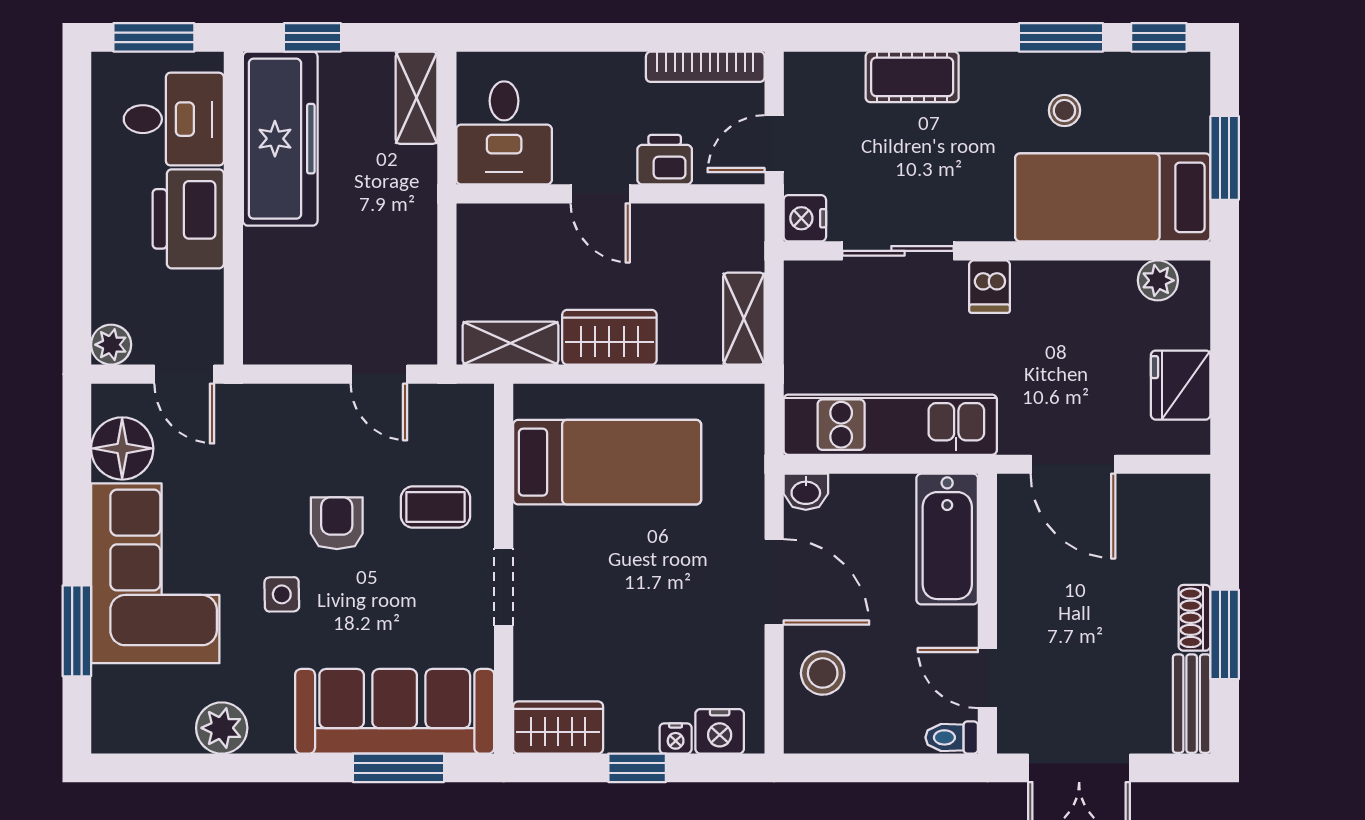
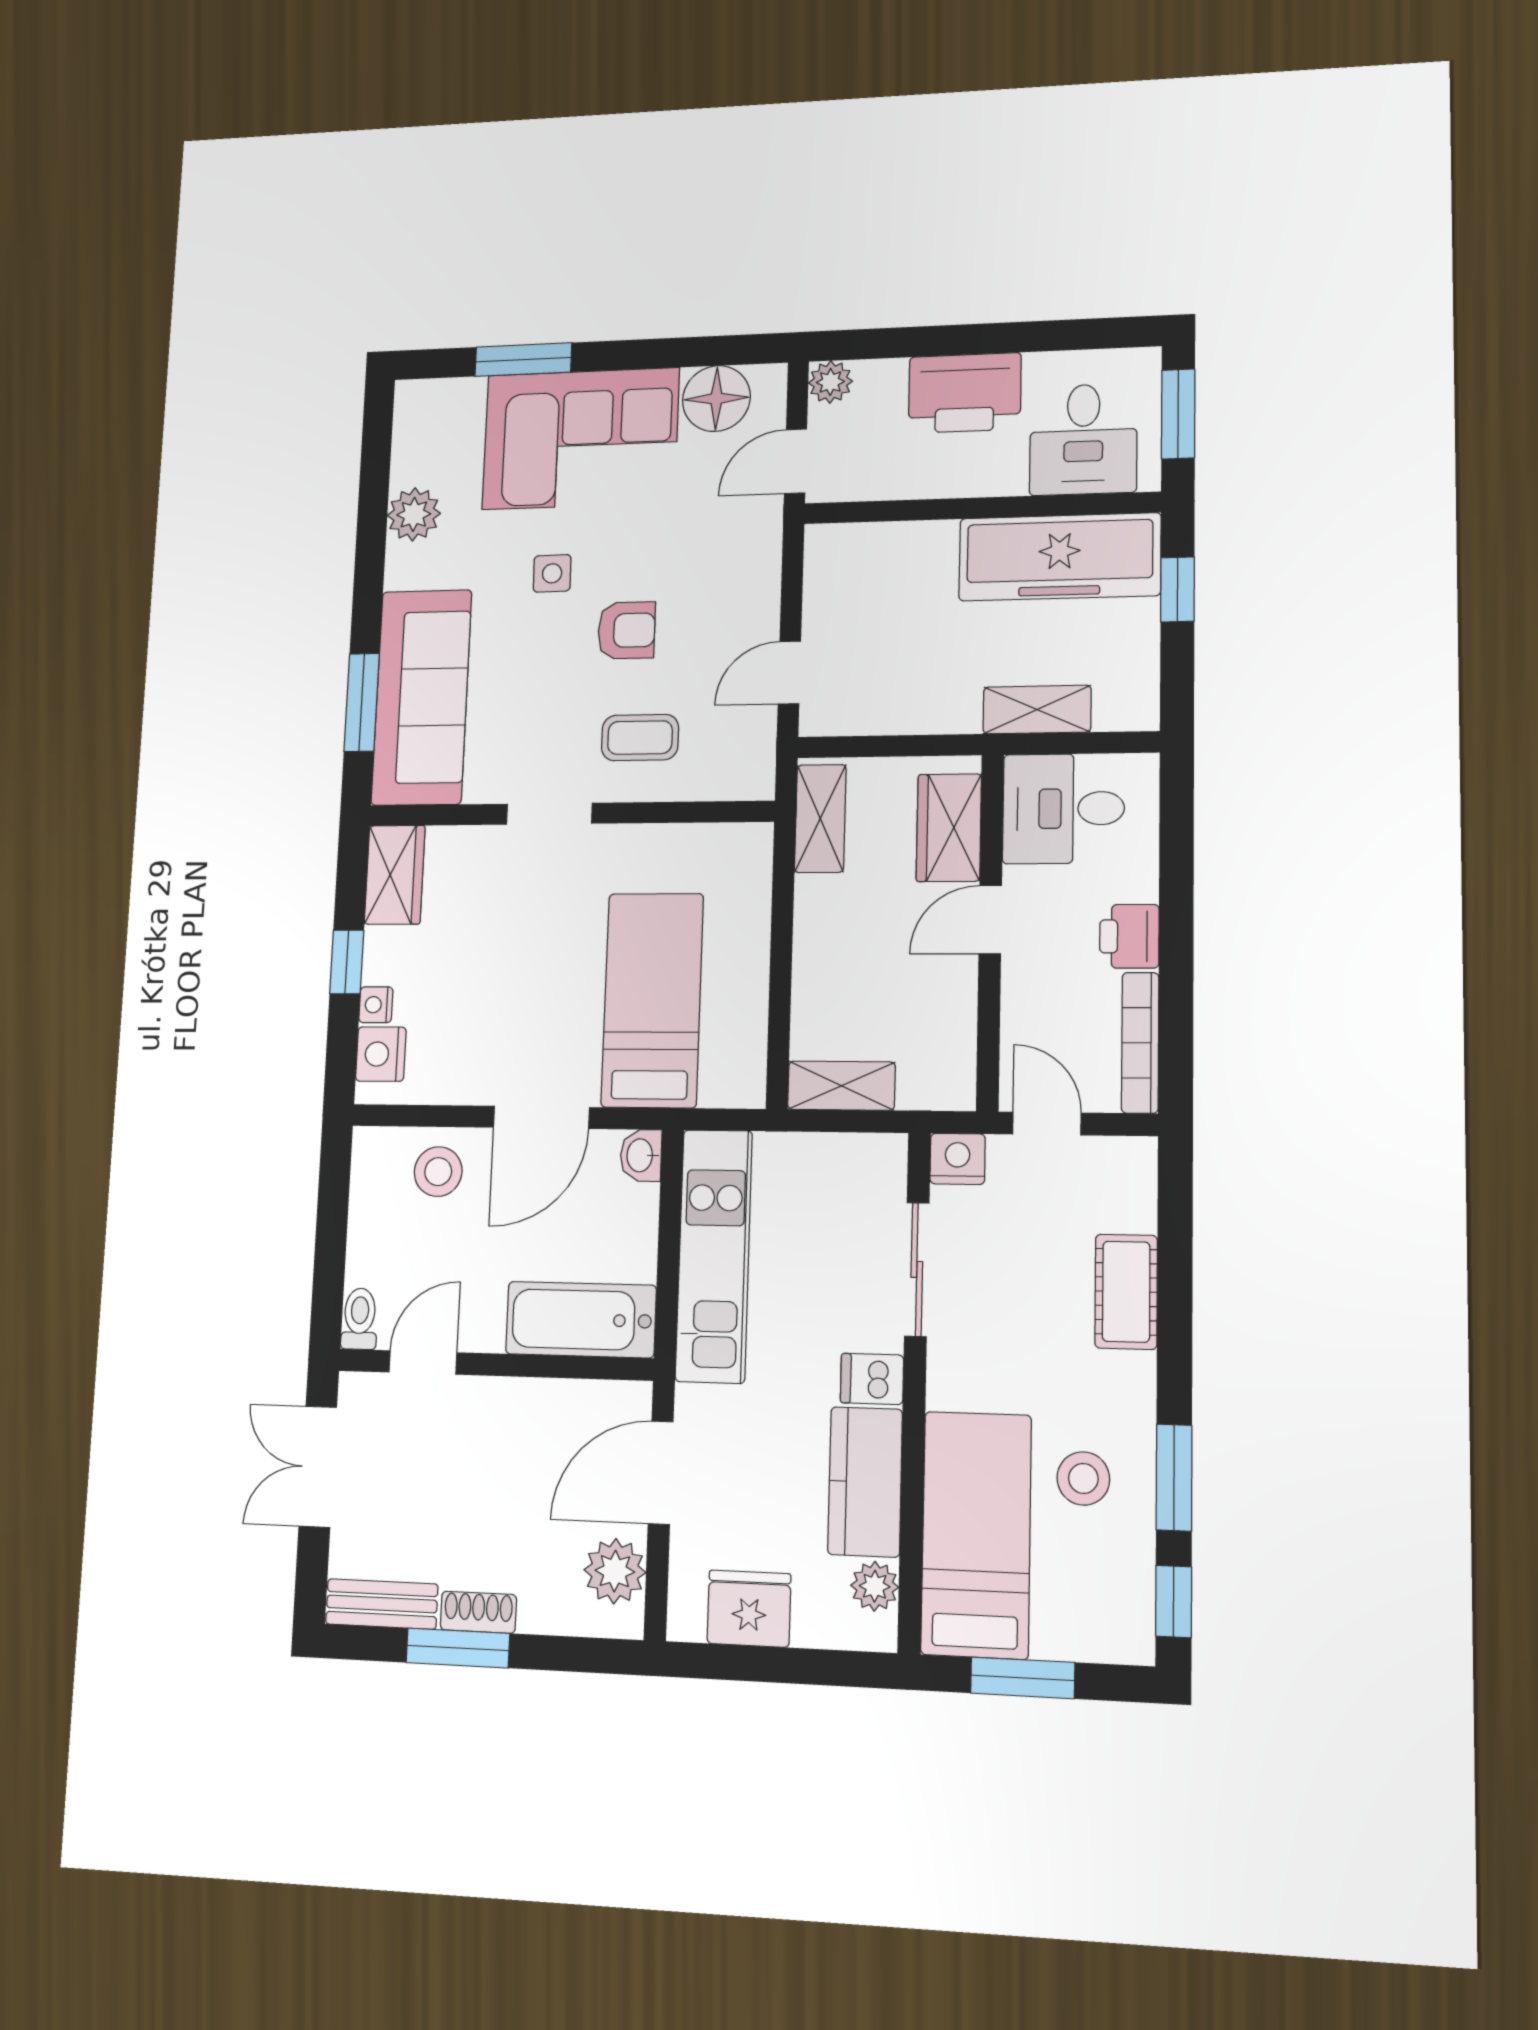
shelving: (416, 98) -> (1037, 710), moved
stool: (1064, 110) -> (1083, 1478), width x1.37, depth x1.37
printer: (665, 160) -> (1129, 936), moved, turned 180
printer: (188, 219) -> (965, 393), moved, turned 180
kitchen counter: (1074, 290) -> (865, 1482), added
wardrobe: (609, 337) -> (949, 828), moved, turned 180
bed: (607, 462) -> (652, 1000), moved, turned 180
plant: (1155, 501) -> (615, 1571), added
coffee table: (436, 507) -> (640, 738), turned 90

